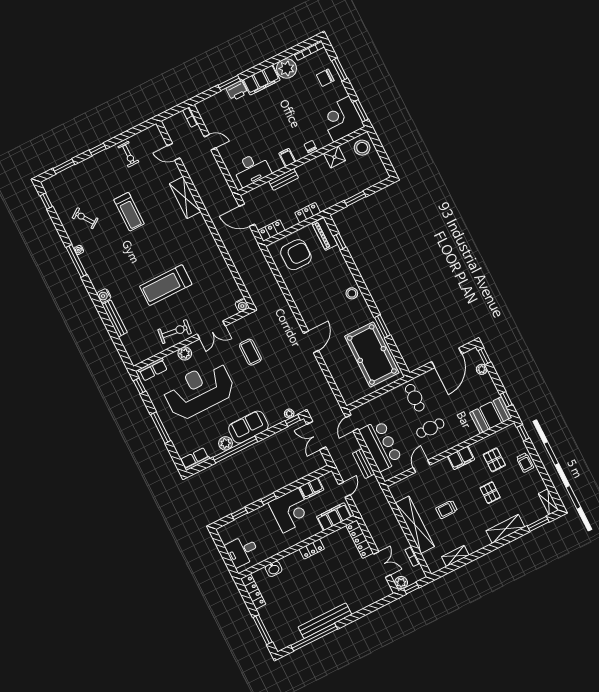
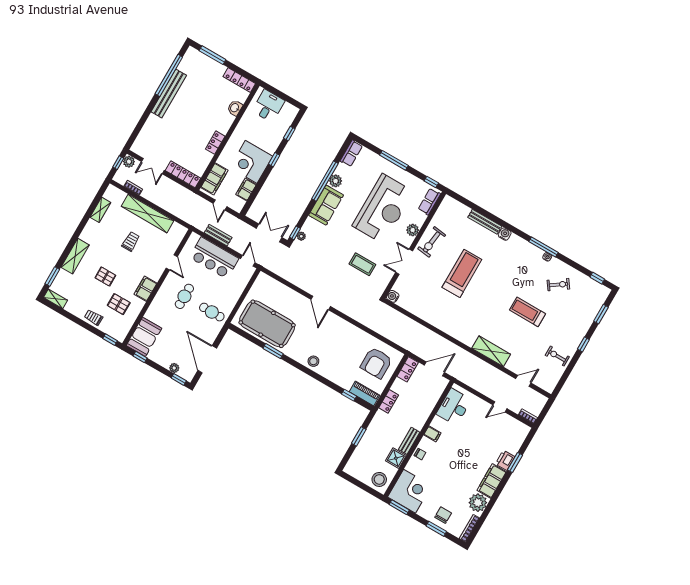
bench: (284, 179) -> (409, 441), moved

